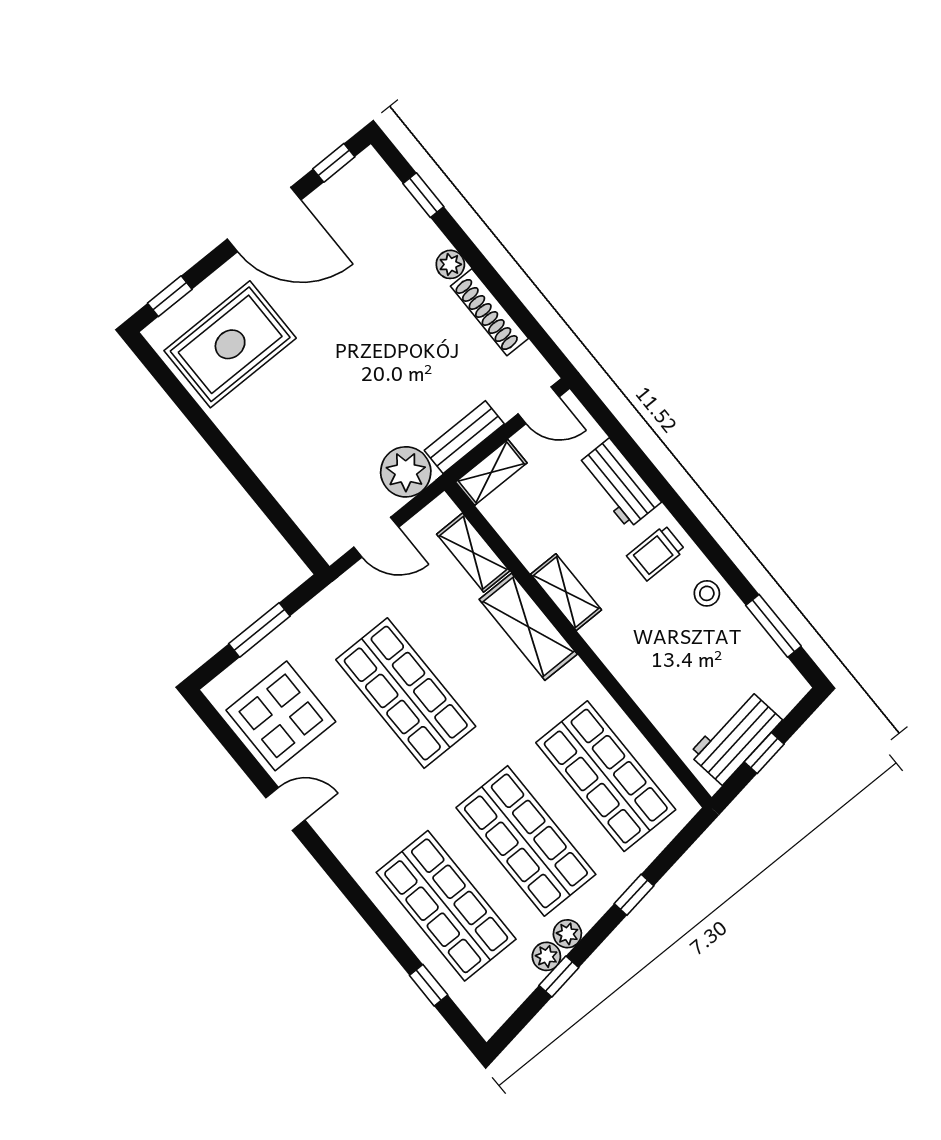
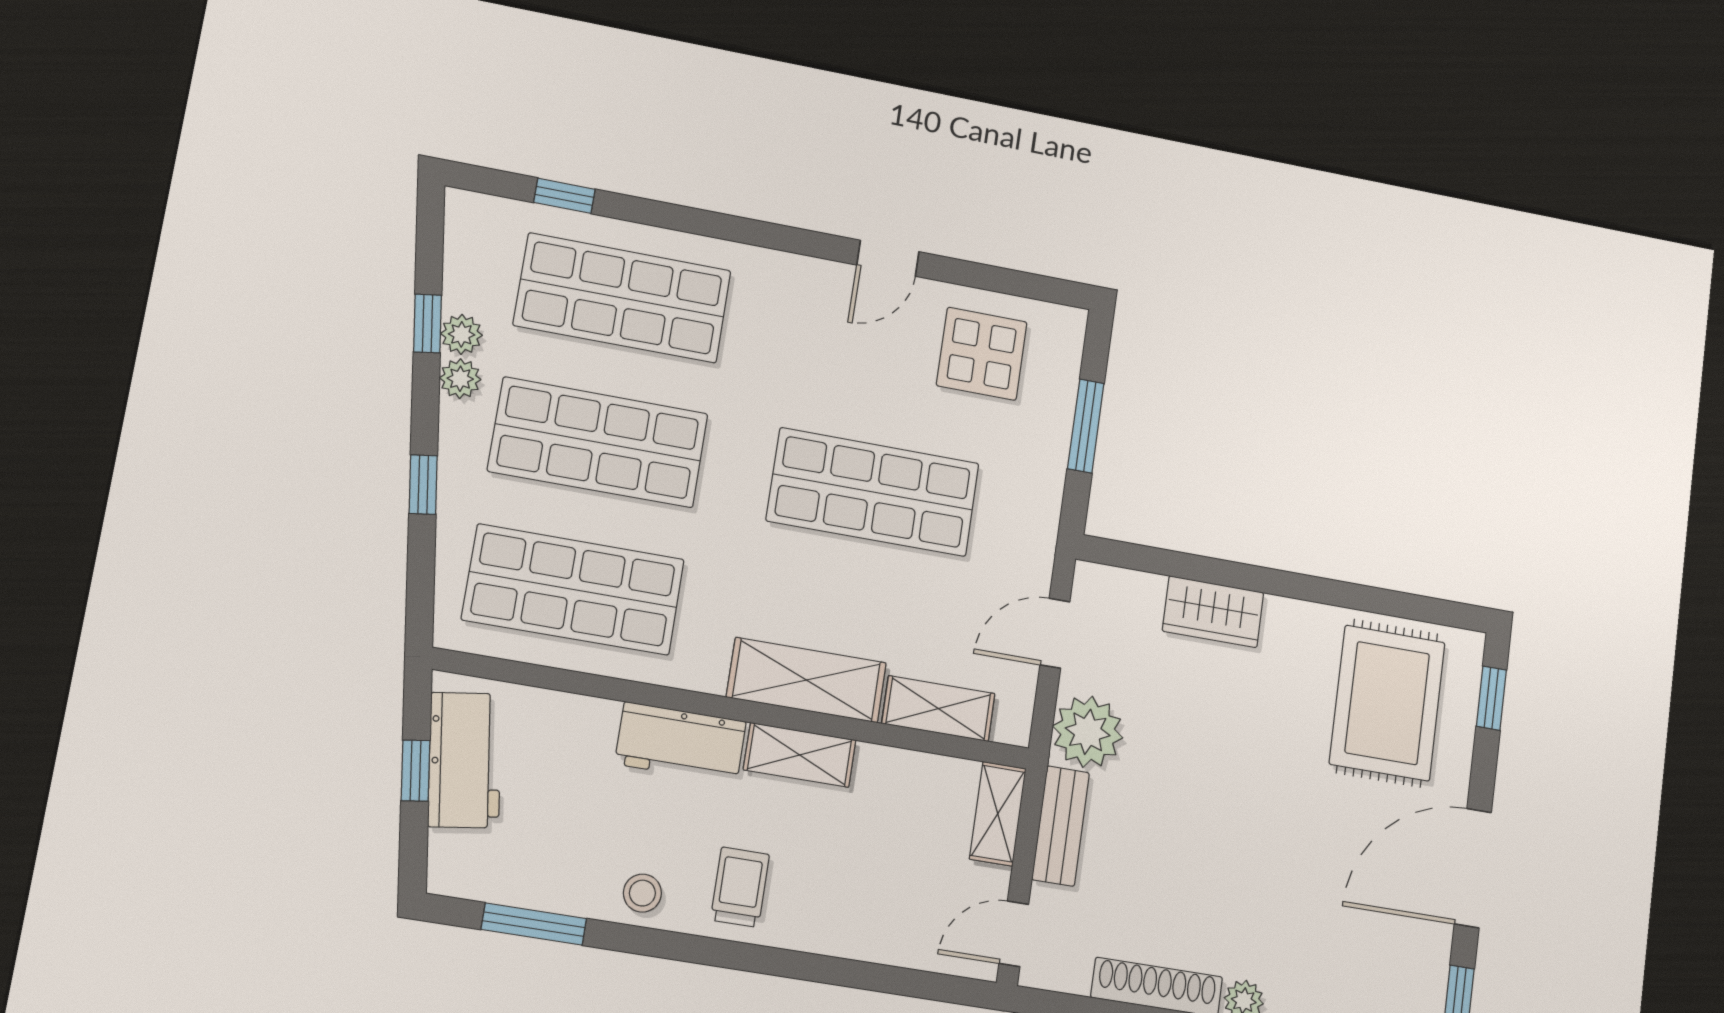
wardrobe: (281, 474) -> (1213, 612), added
workbench: (619, 483) -> (681, 743), moved, turned 180
display table: (281, 716) -> (982, 354), width x0.73, depth x0.73

